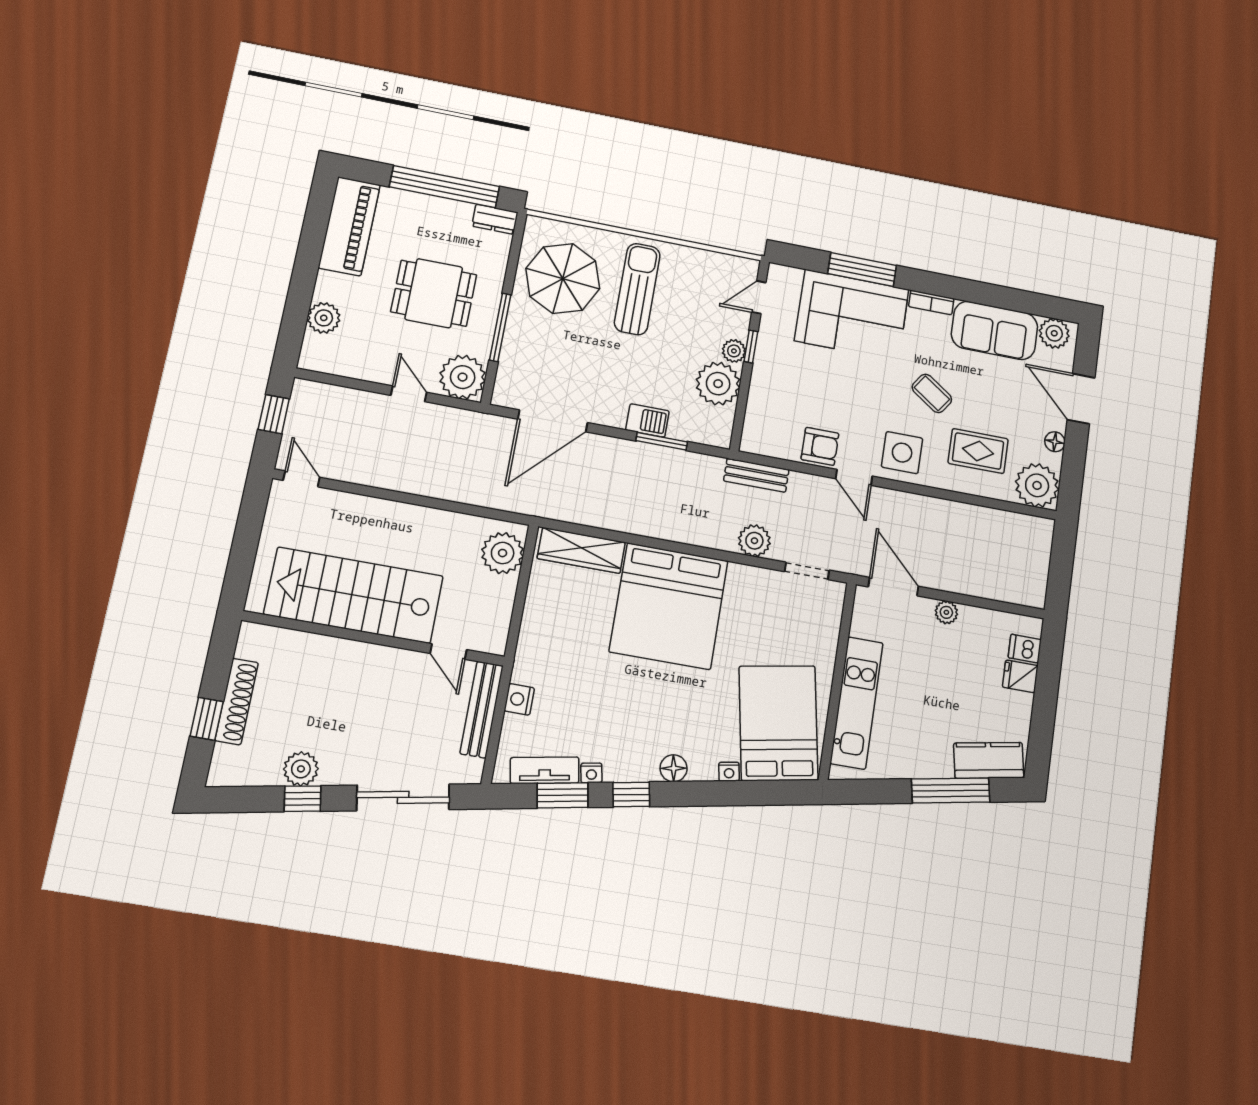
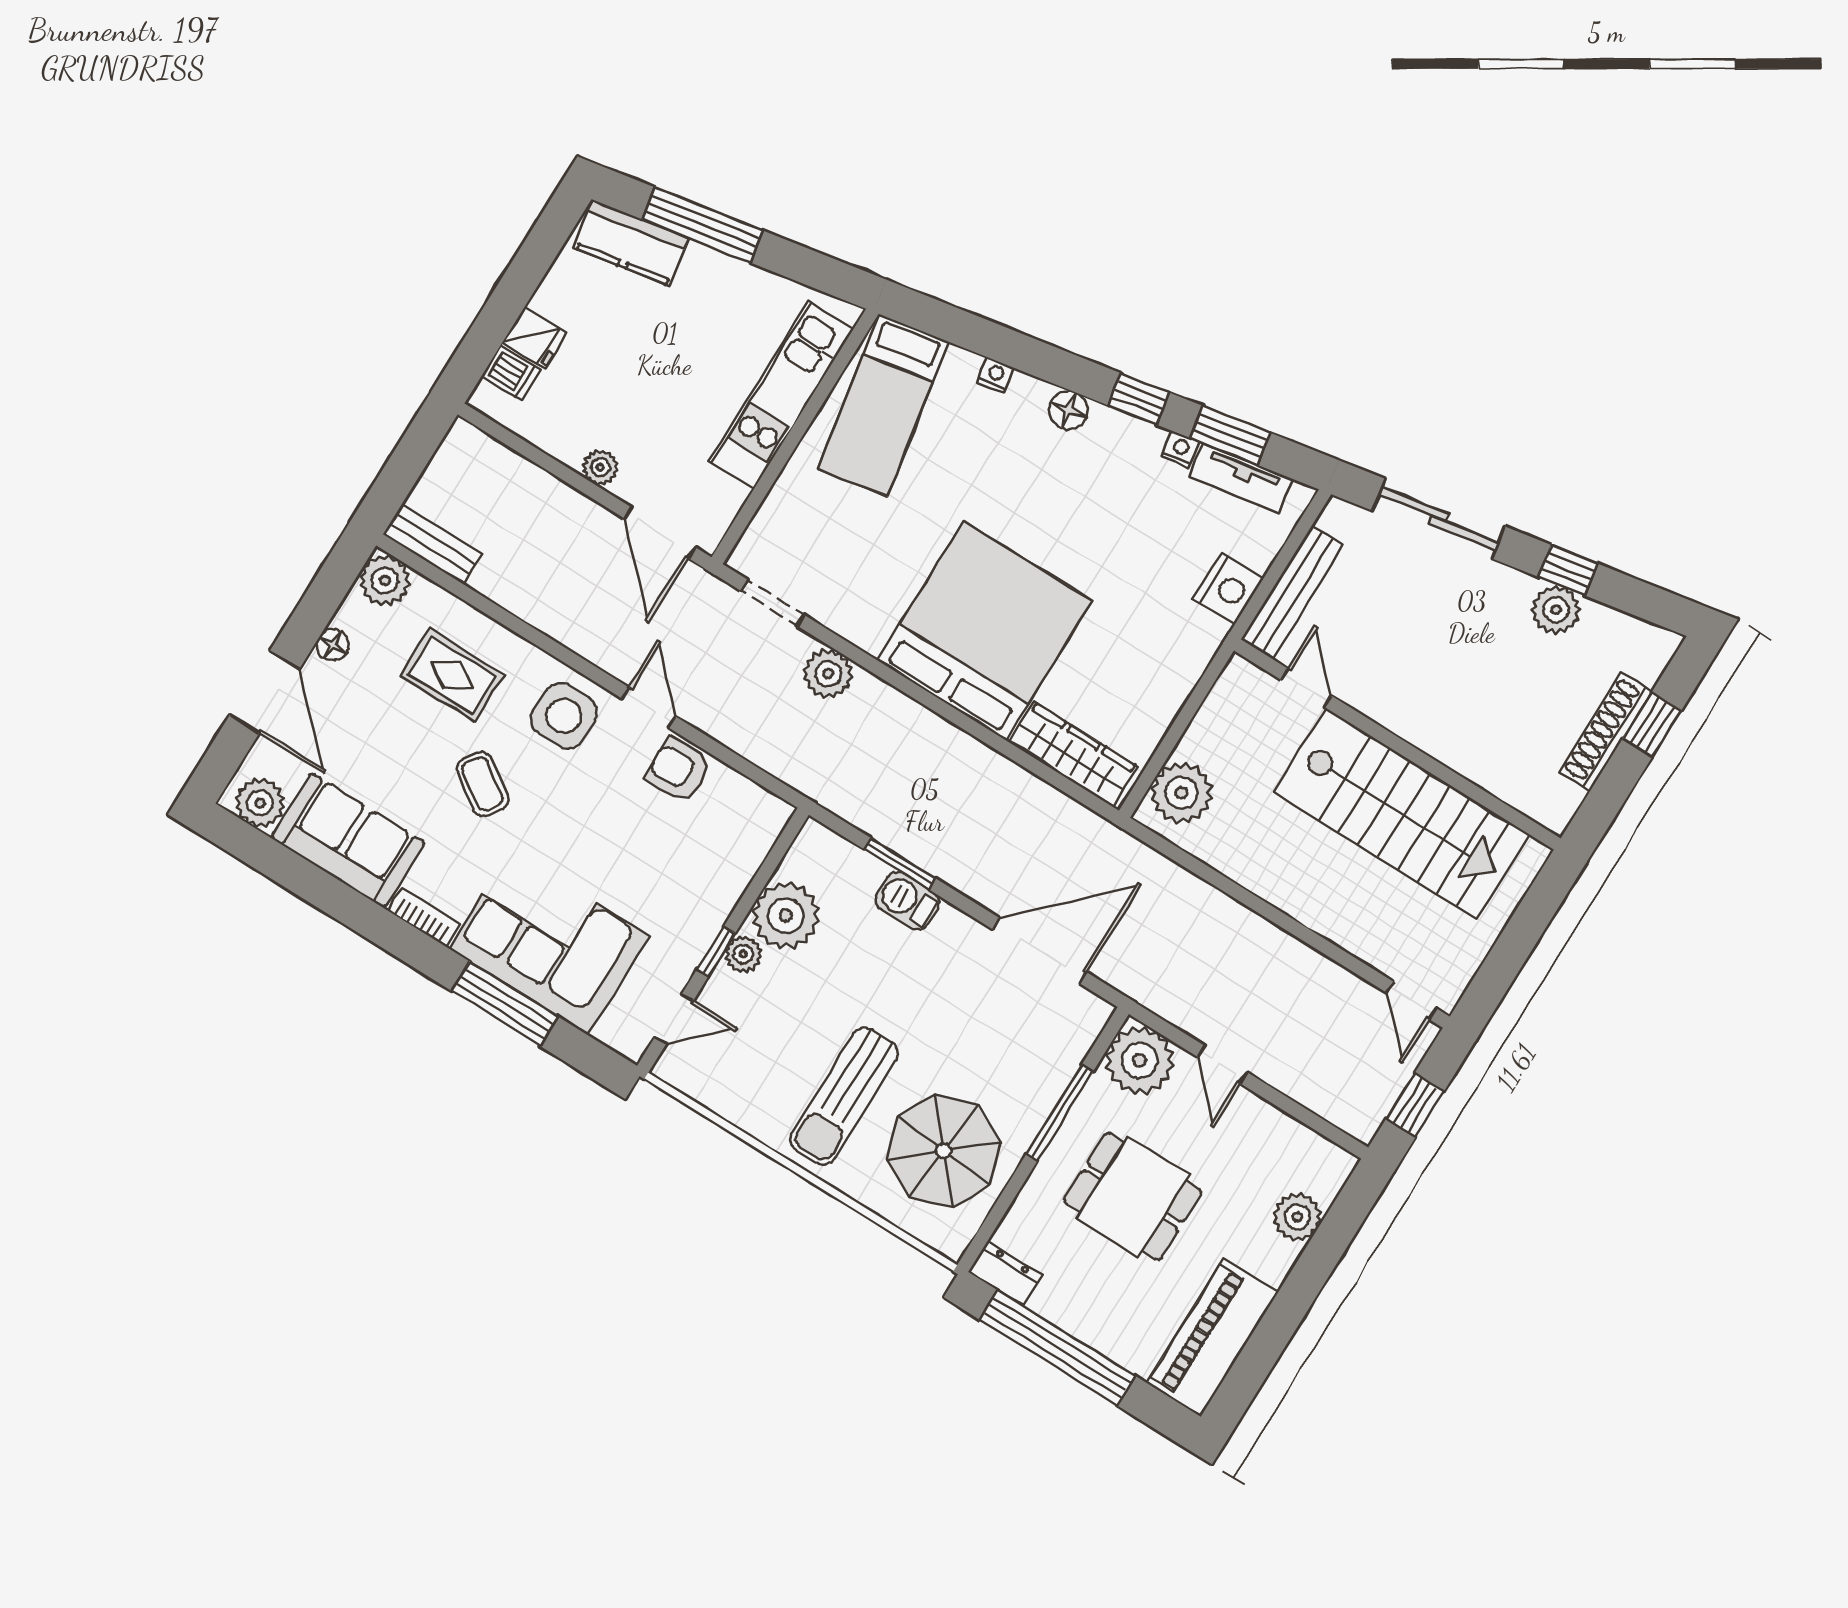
bench: (756, 475) -> (433, 544), moved
plant: (1037, 485) -> (385, 580), width x0.73, depth x0.73
nightstand: (519, 699) -> (1228, 589), width x1.36, depth x1.33
bed: (778, 723) -> (883, 405), width x0.67

